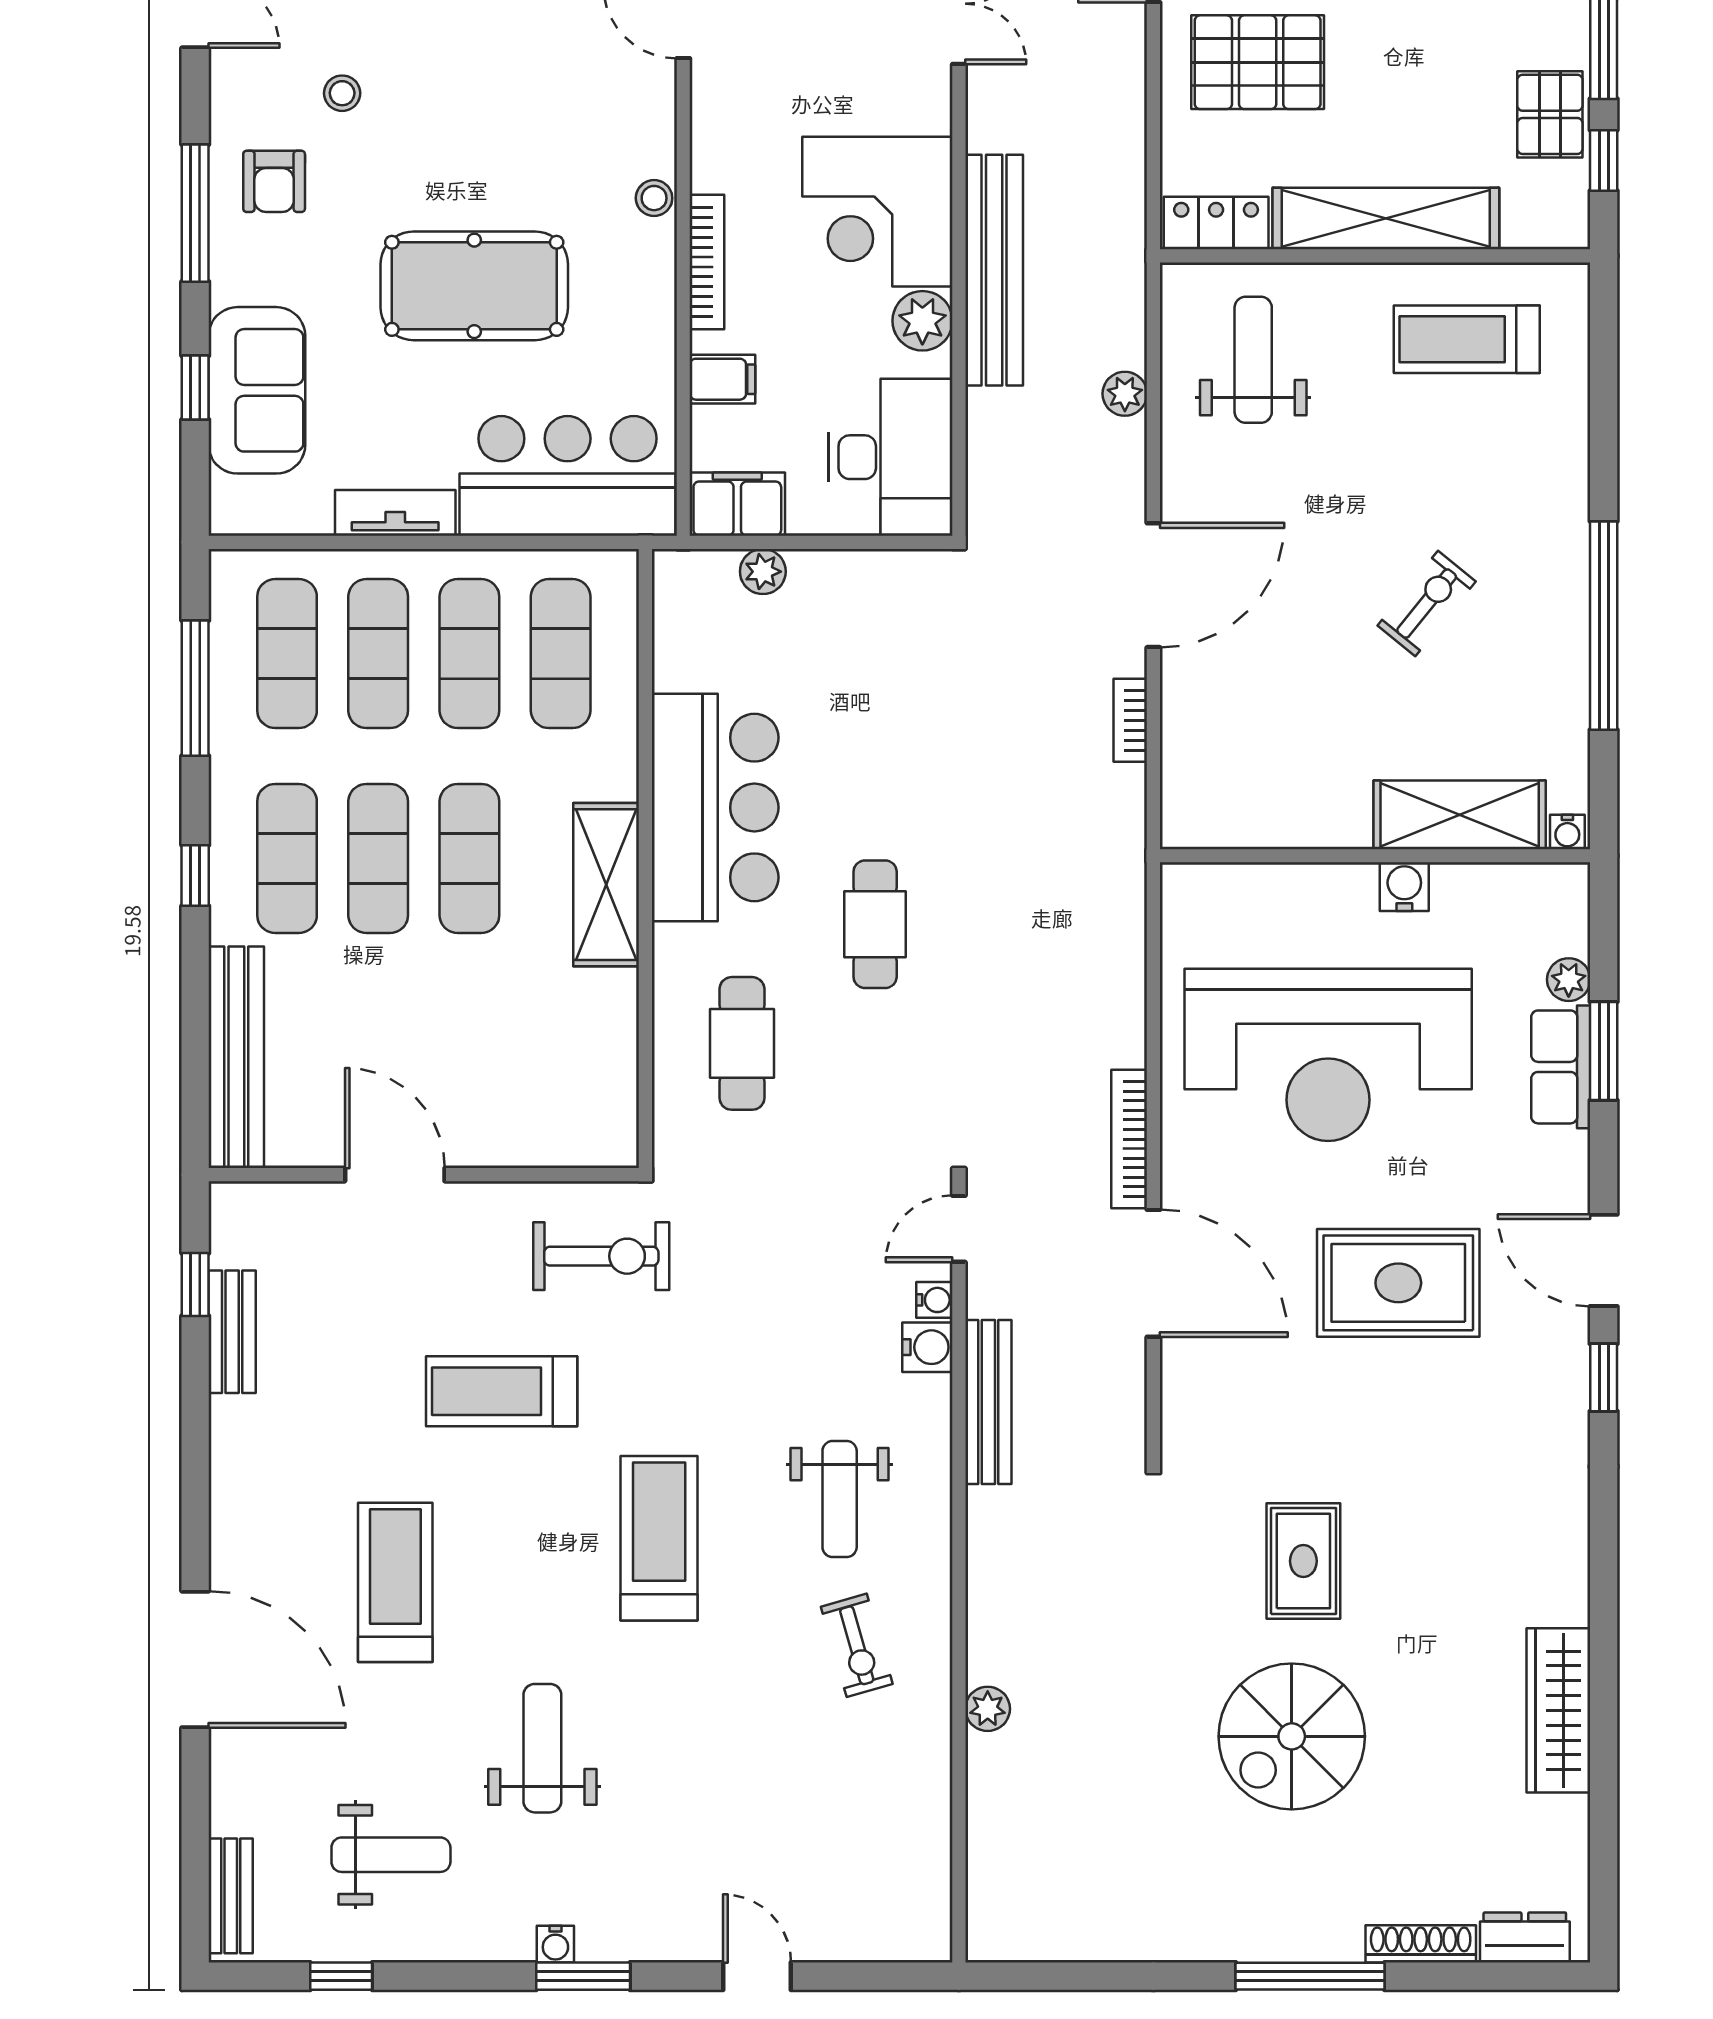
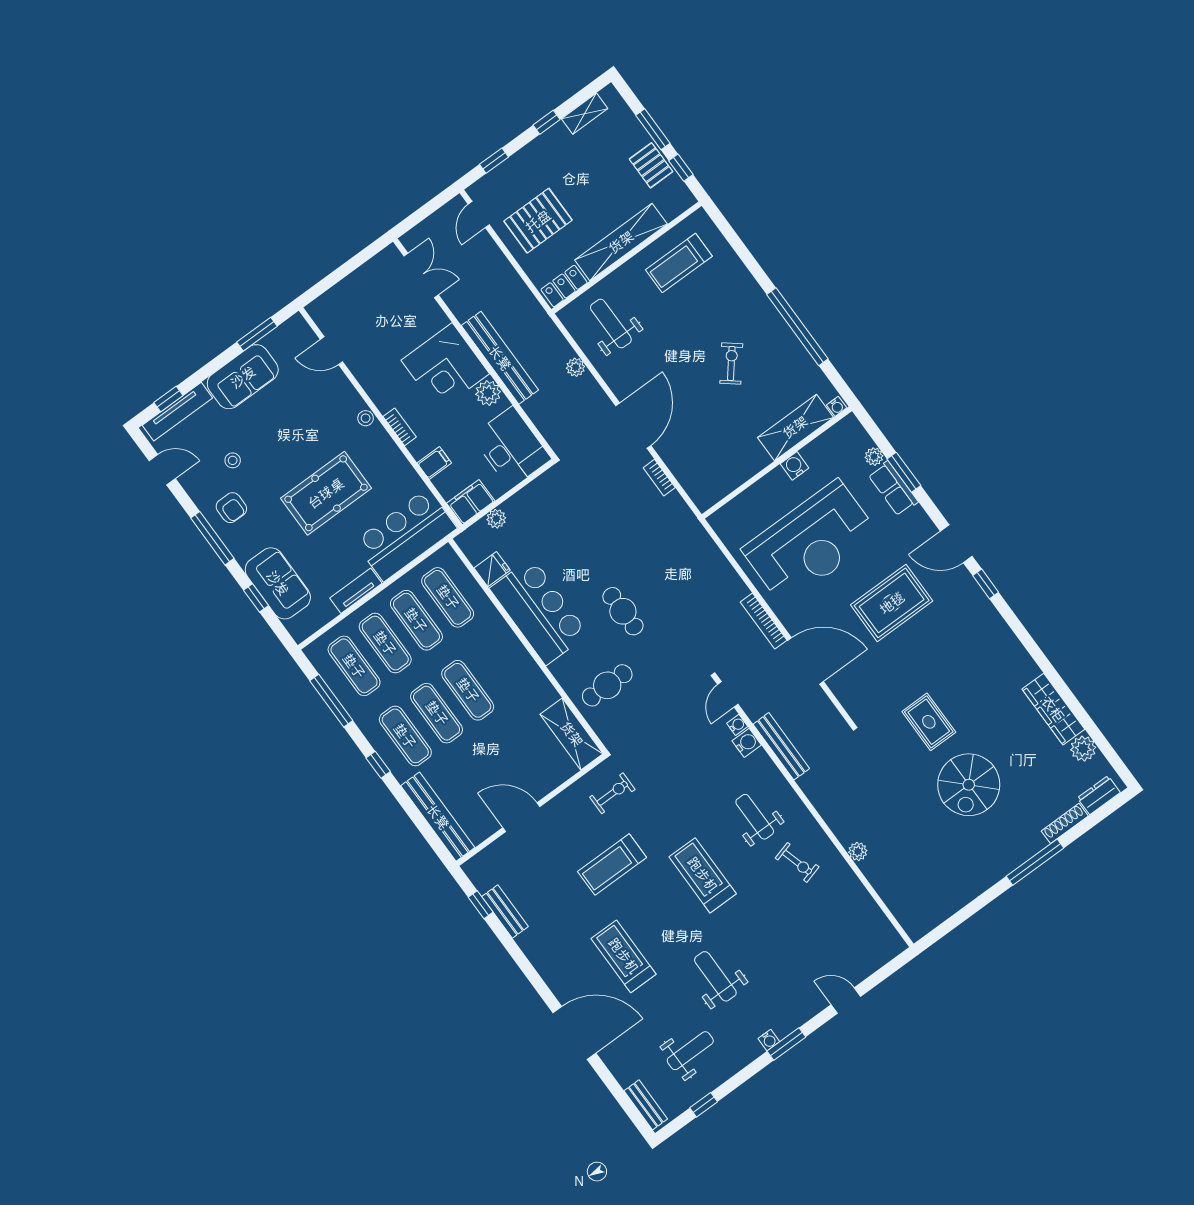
bookcase: (707, 262) -> (400, 427), width x0.64
fridge: (685, 662) -> (492, 569), added
shelving: (606, 885) -> (572, 734), moved
cafe table: (742, 1043) -> (607, 685), turned 90
exercise bike: (601, 1256) -> (612, 793), width x0.73, depth x0.72
weight bench: (840, 1499) -> (755, 817), turned 180
plant: (1560, 1827) -> (1083, 749), added

